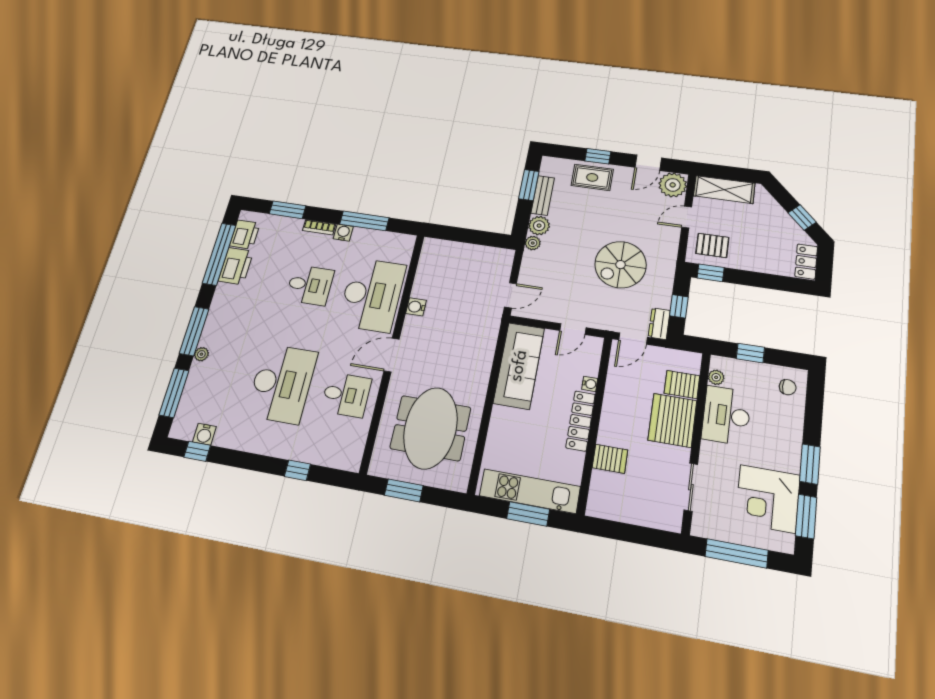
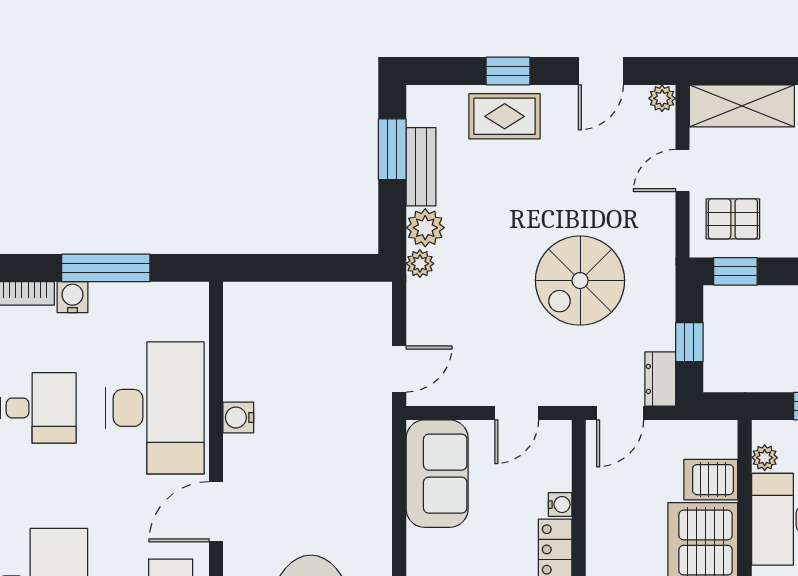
plant: (673, 185) -> (662, 98), width x0.53, depth x0.53
sofa: (519, 366) -> (437, 474), width x0.73

